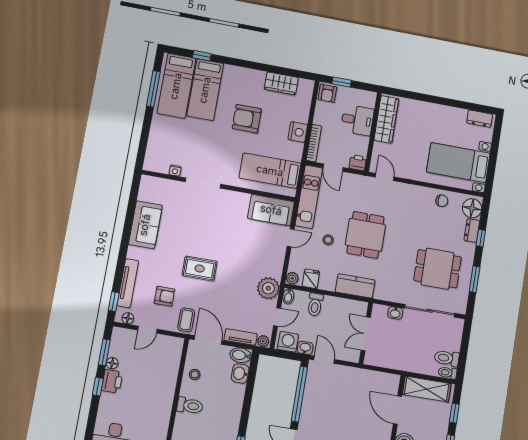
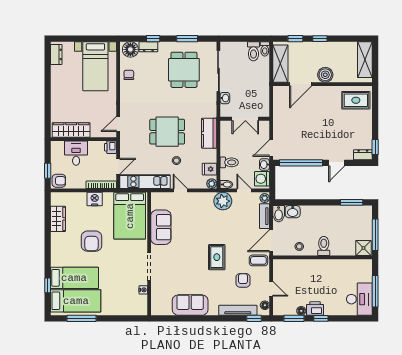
bed: (270, 171) -> (130, 216), width x1.50
sofa: (271, 210) -> (161, 227), moved

